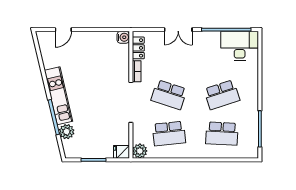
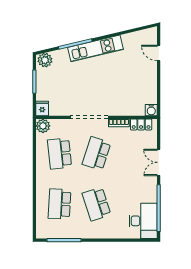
plant: (67, 132) -> (45, 60), moved

